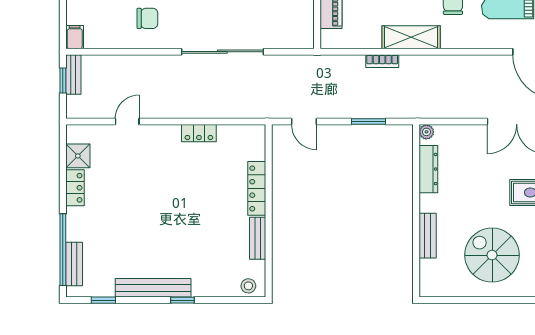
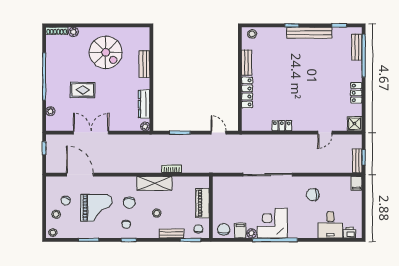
shower: (78, 156) -> (355, 124), moved

